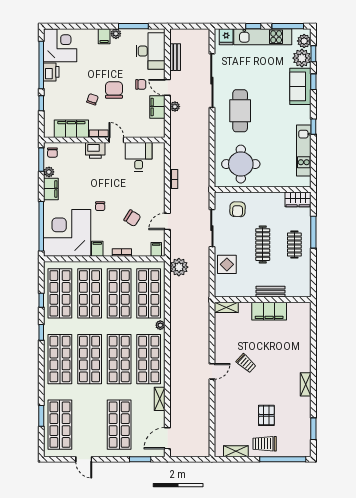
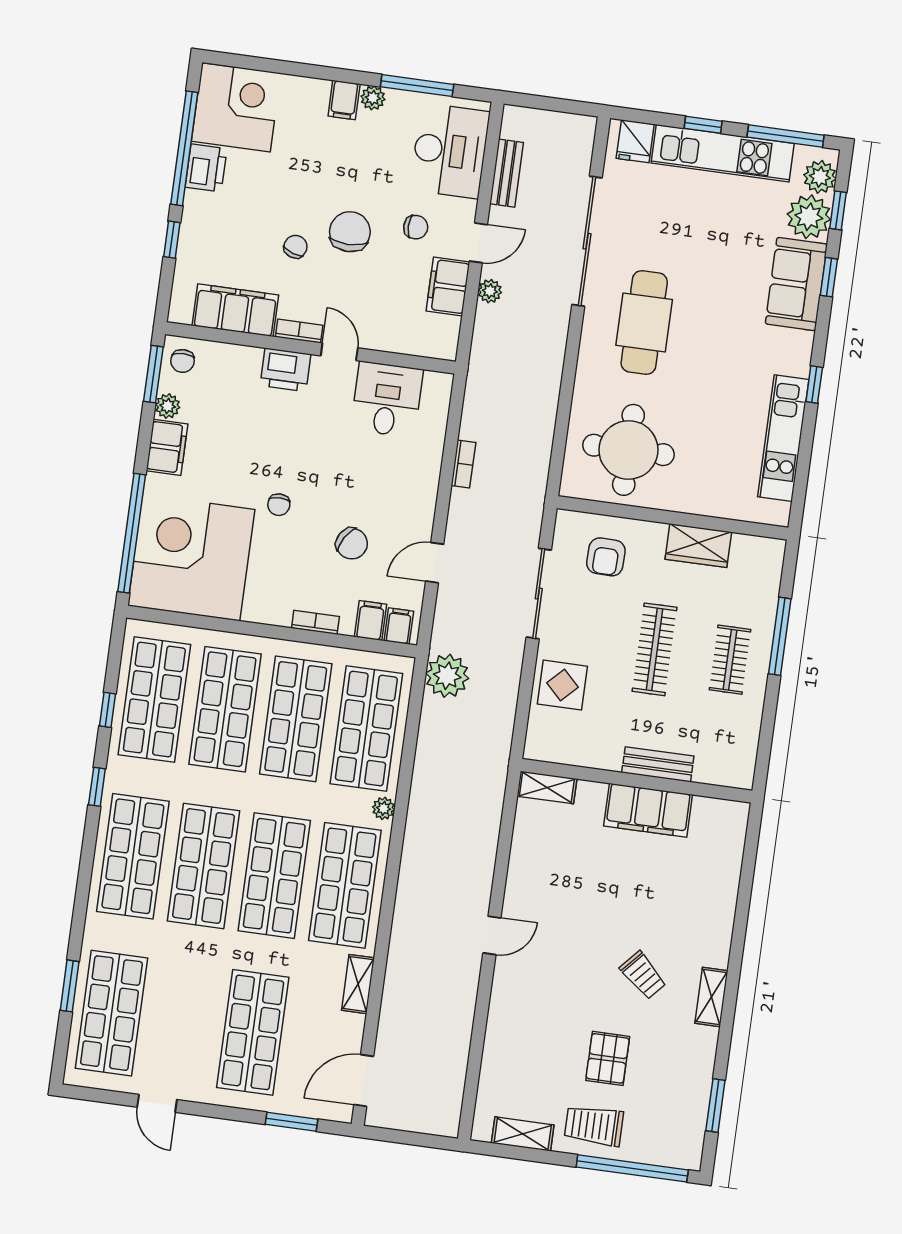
door: (167, 87) -> (478, 243), swing flipped
wardrobe: (298, 199) -> (698, 546), moved
filing cabinet: (97, 249) -> (371, 620), moved
trolley: (246, 363) -> (643, 975), moved

